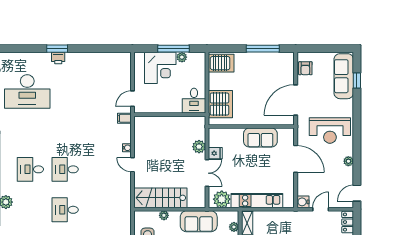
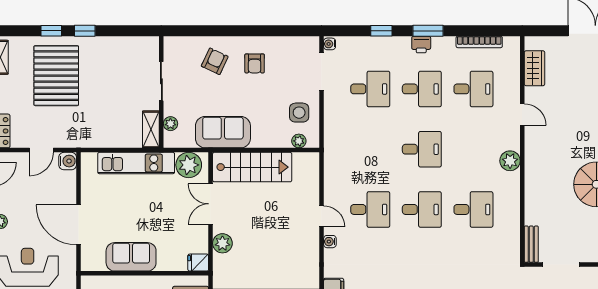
fridge: (215, 153) -> (198, 263), moved
desk: (100, 169) -> (370, 209), added
stairs: (160, 198) -> (252, 167), moved
plant: (164, 215) -> (299, 141), moved

